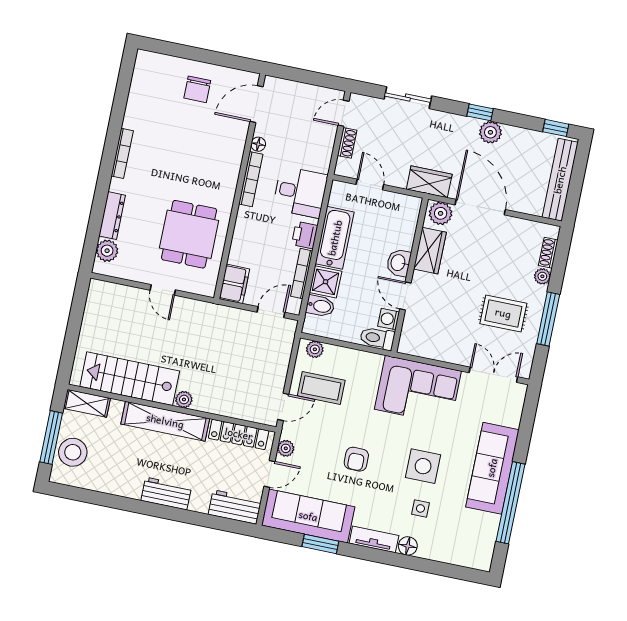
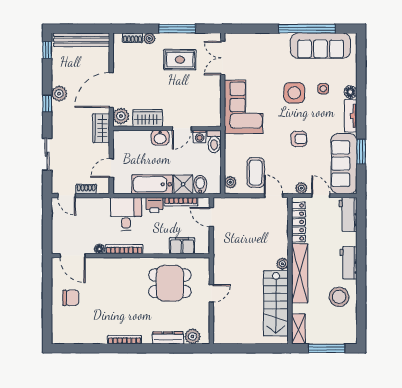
filing cabinet: (234, 284) -> (182, 246), moved
rug: (503, 313) -> (180, 60), turned 90
stool: (73, 452) -> (339, 297), moved
sofa: (492, 468) -> (320, 46), moved

